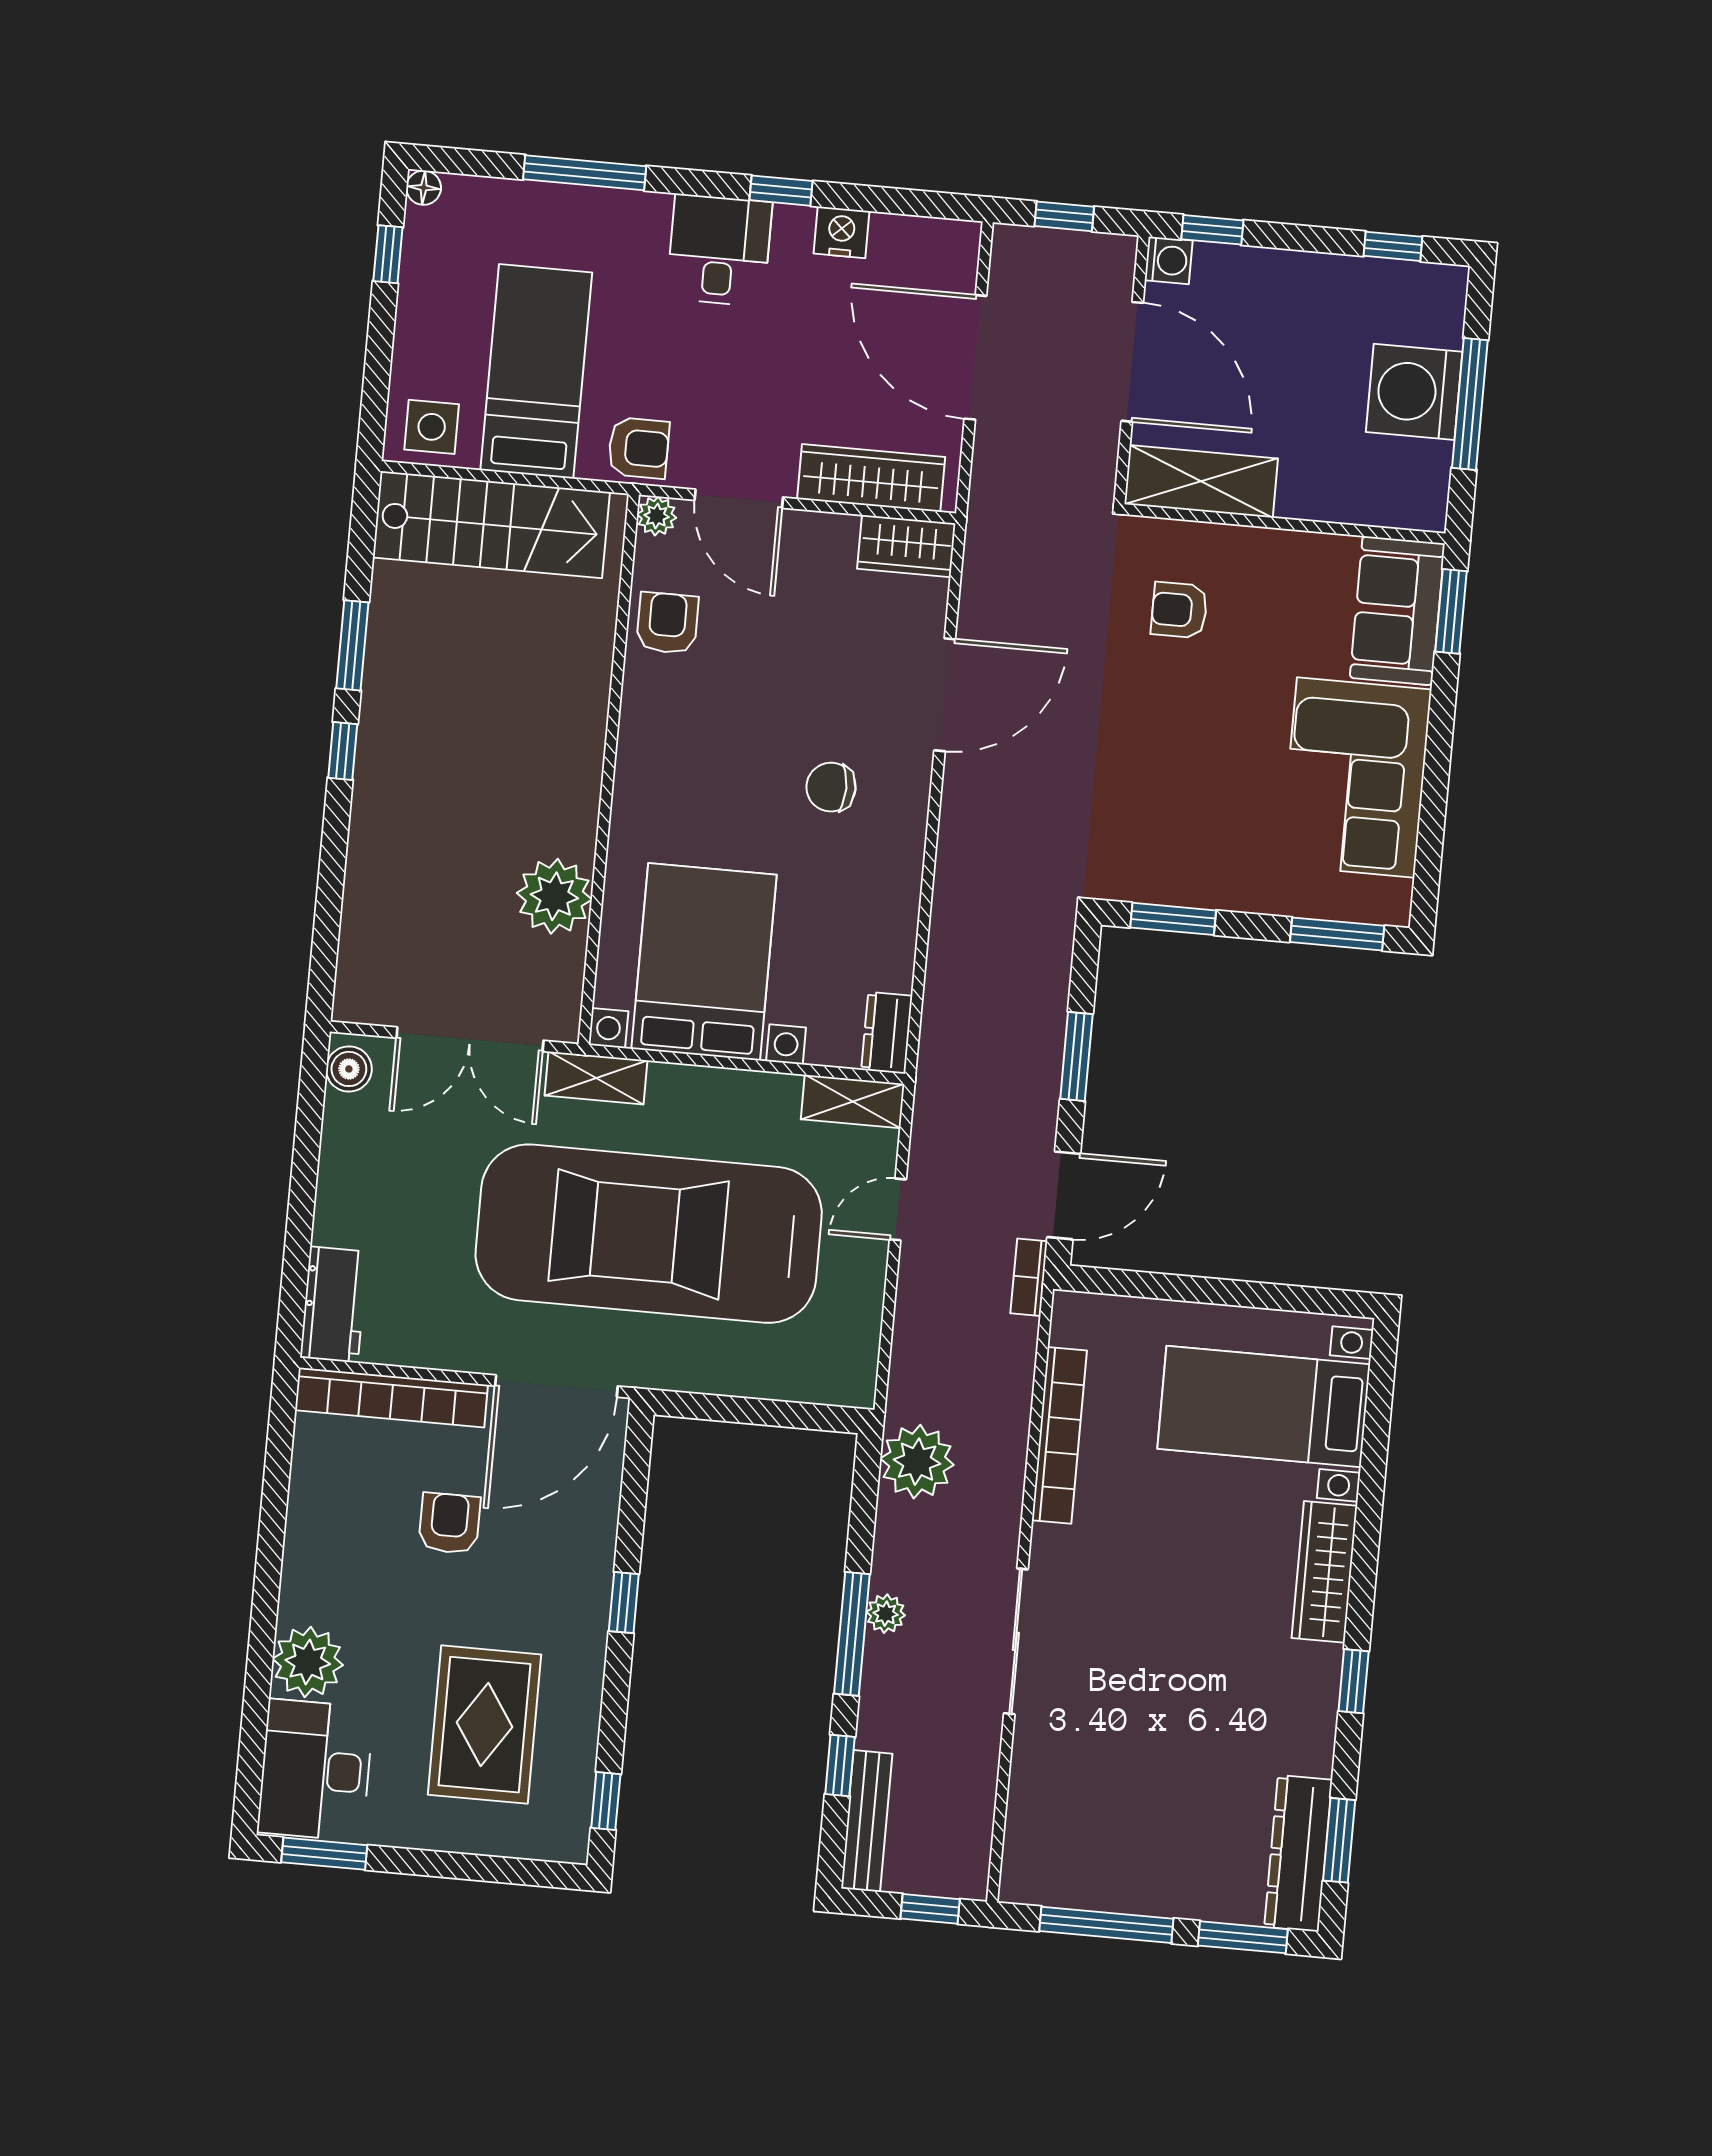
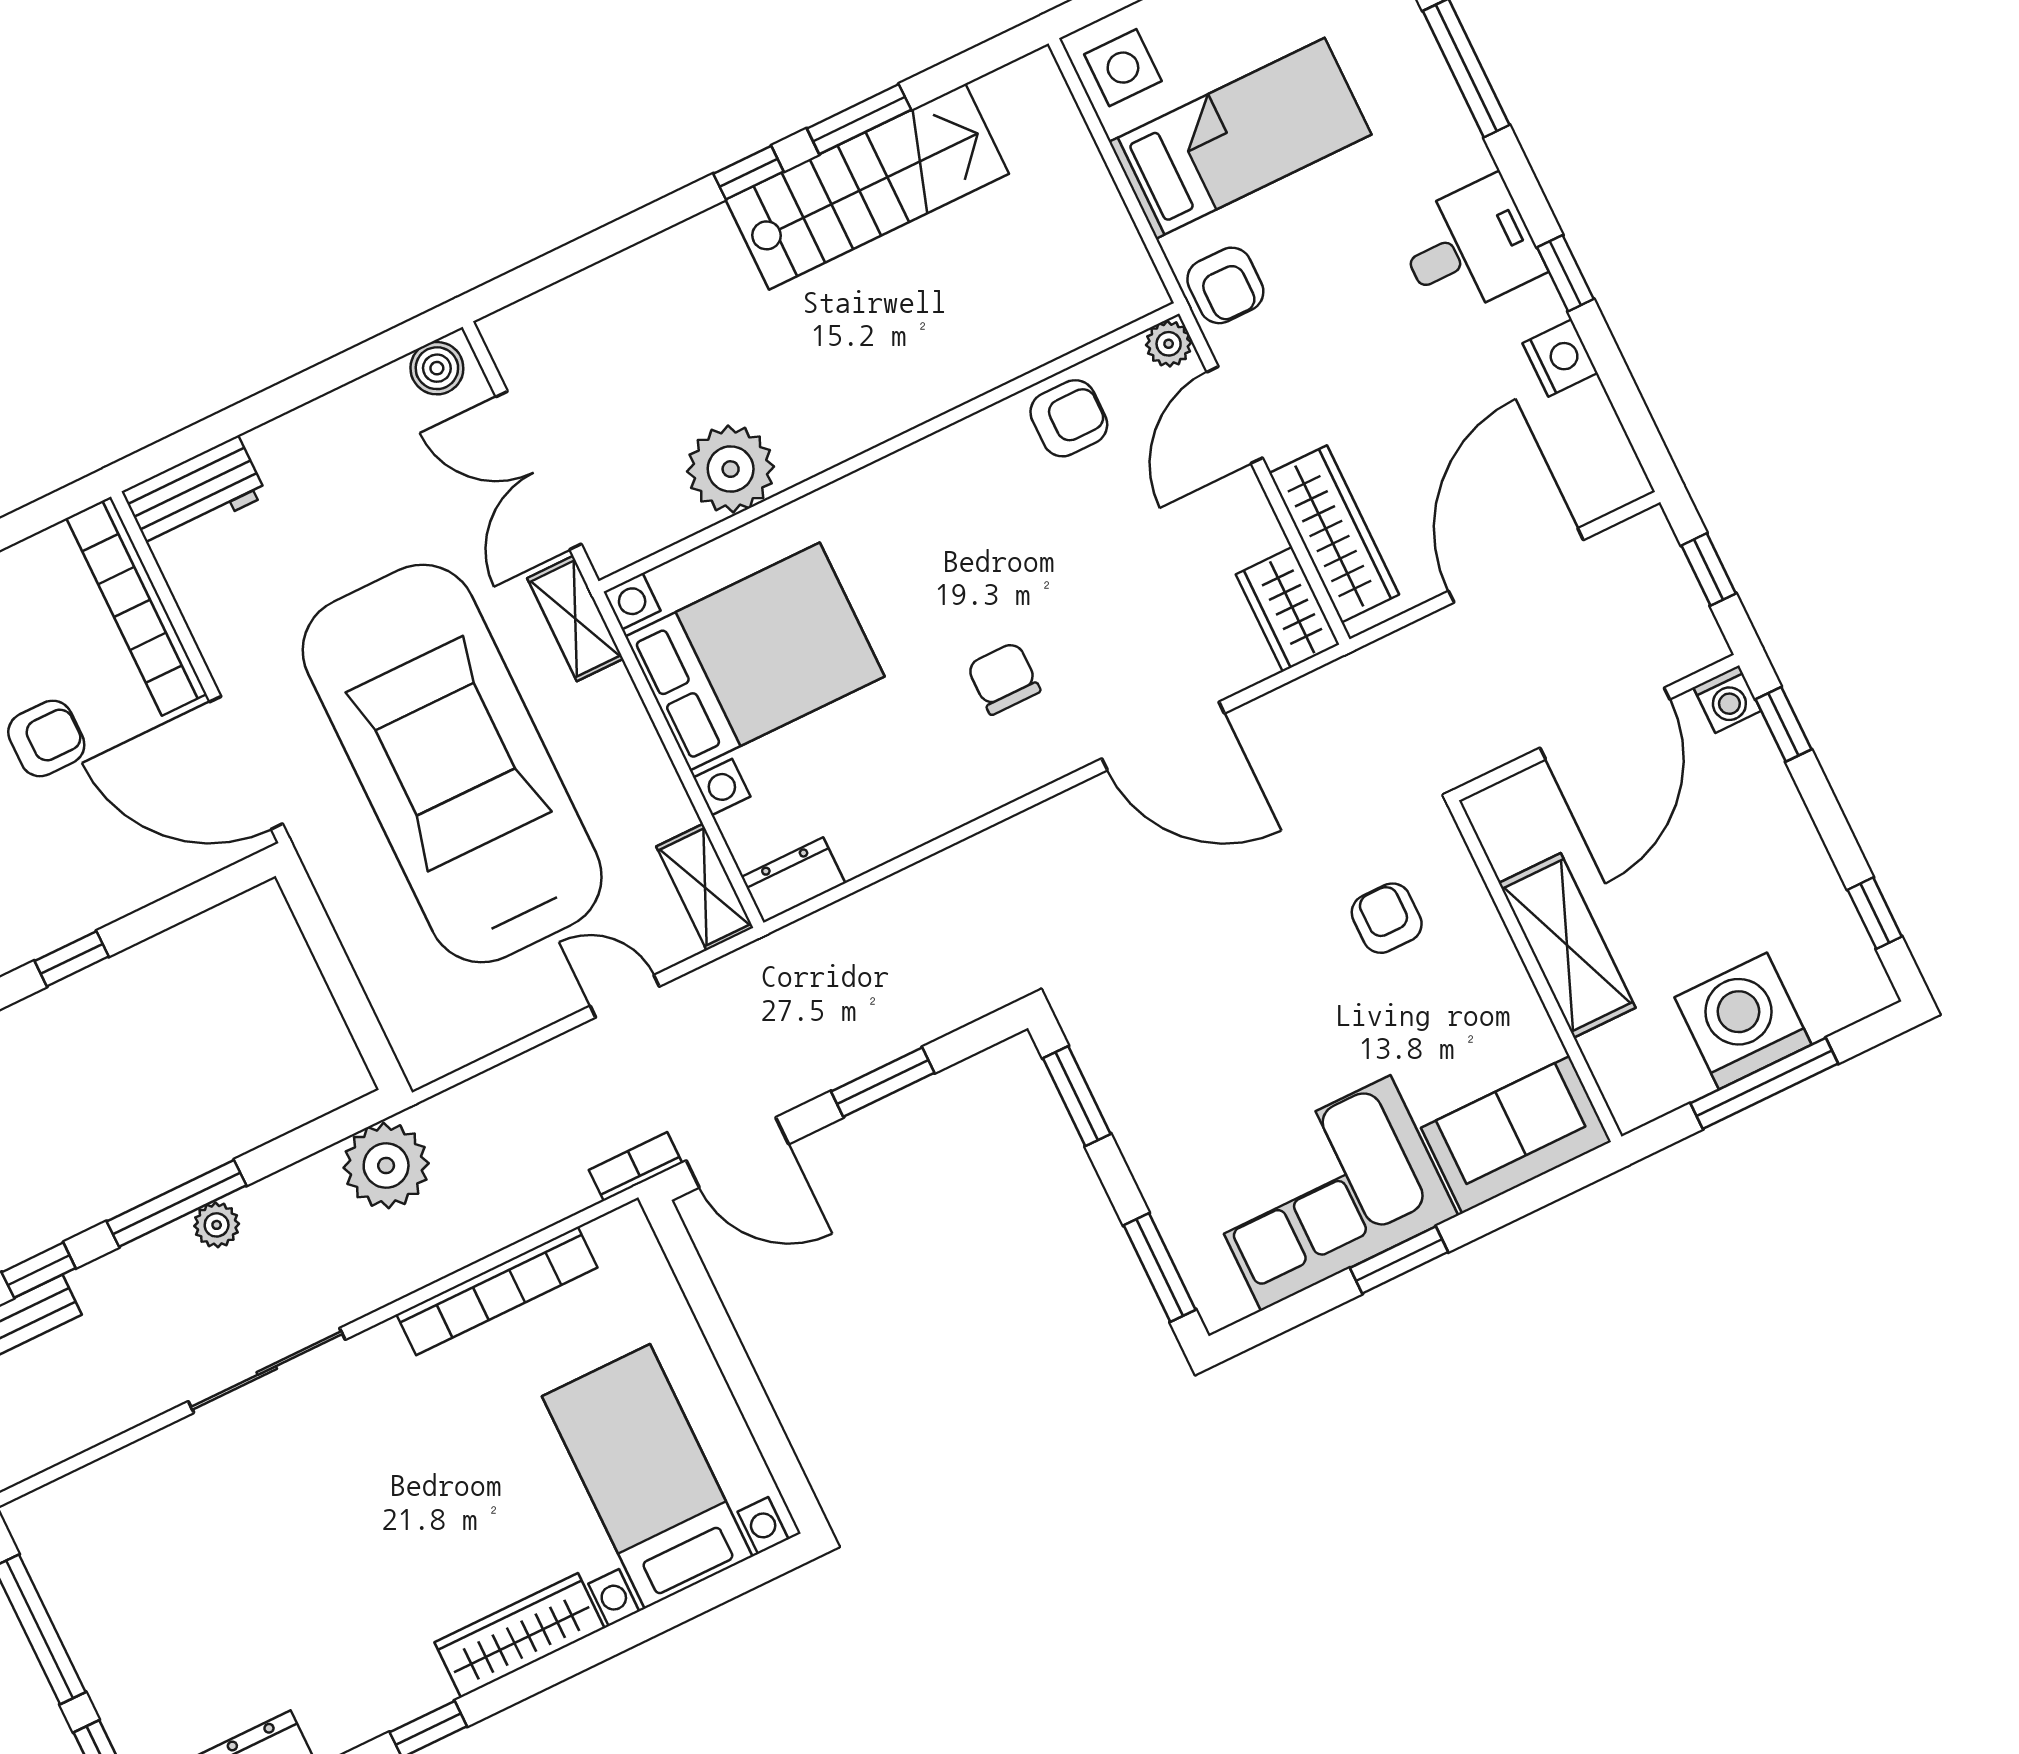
shelving: (1201, 481) -> (1567, 945), moved
stairs: (491, 525) -> (867, 187), moved, turned -90
window: (1451, 611) -> (1399, 1260), moved

